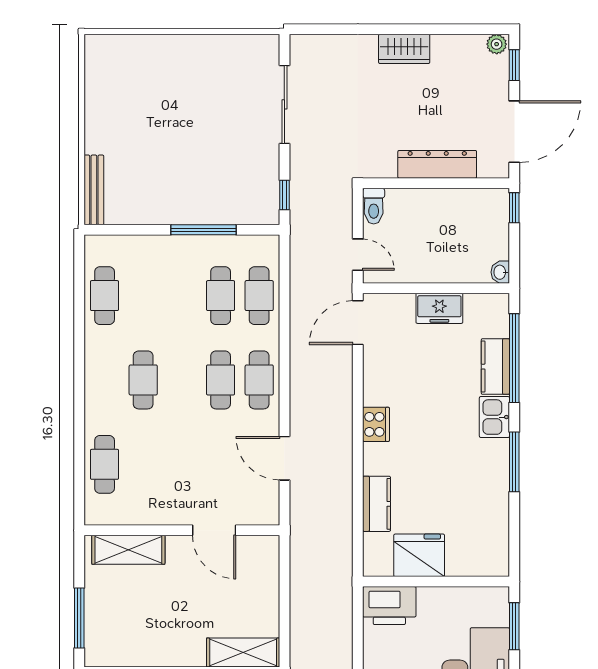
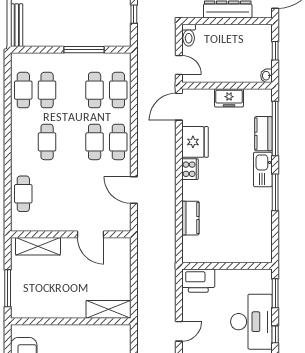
window: (284, 195) -> (134, 14), moved
window: (514, 208) -> (275, 51), moved
cafe table: (143, 296) -> (47, 90), added
kitchen sink: (494, 417) -> (263, 169), width x1.38
fridge: (419, 555) -> (195, 142), moved, turned 90

